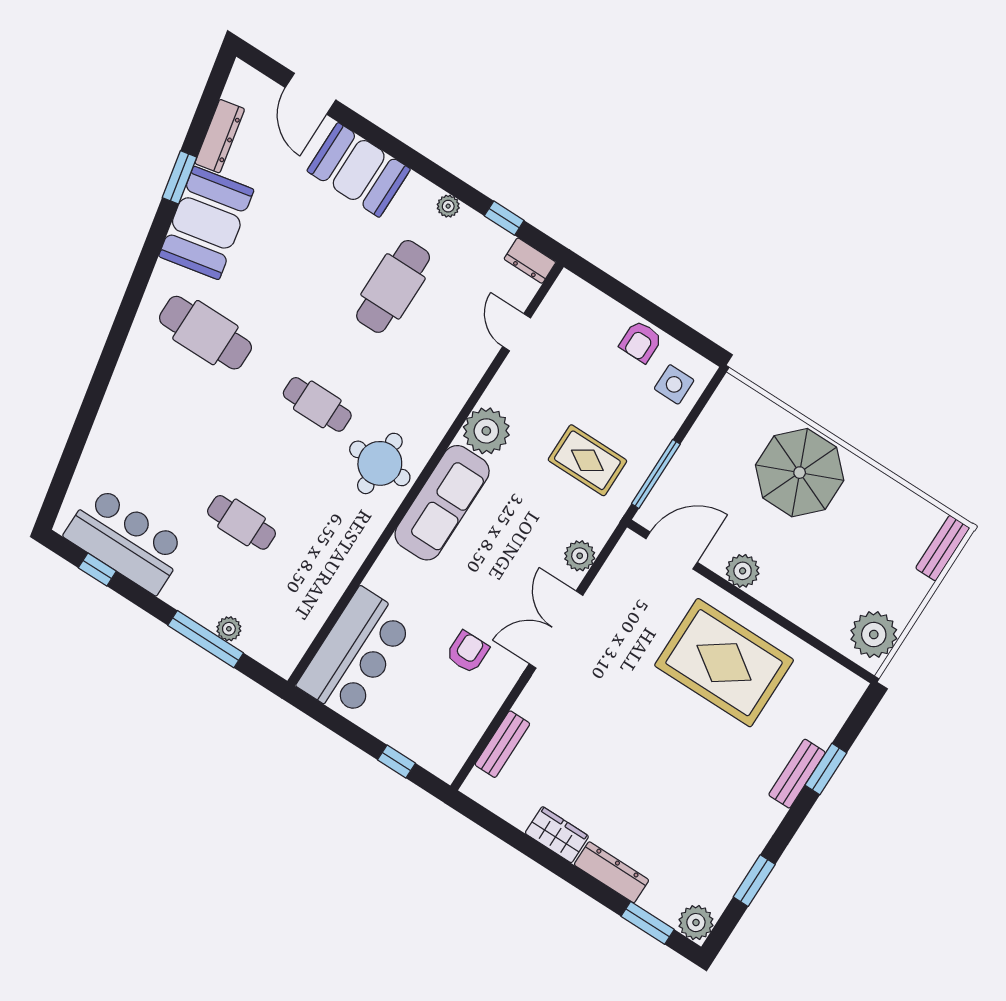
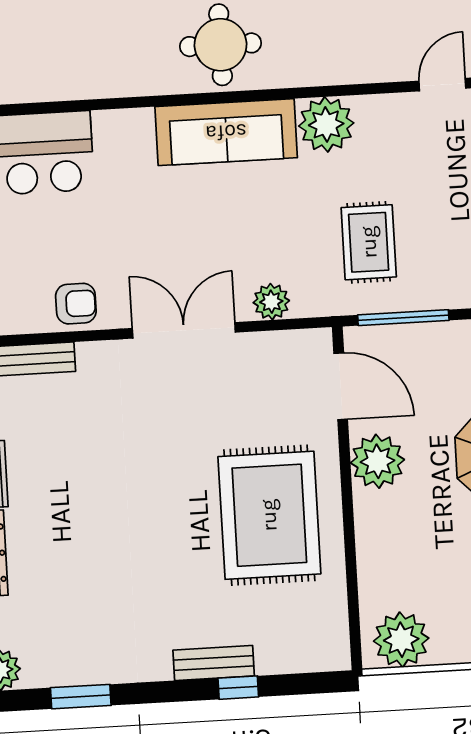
plant: (743, 571) -> (377, 461), width x1.36, depth x1.36
armchair: (468, 652) -> (76, 304), moved
window: (826, 769) -> (238, 688), width x0.67

